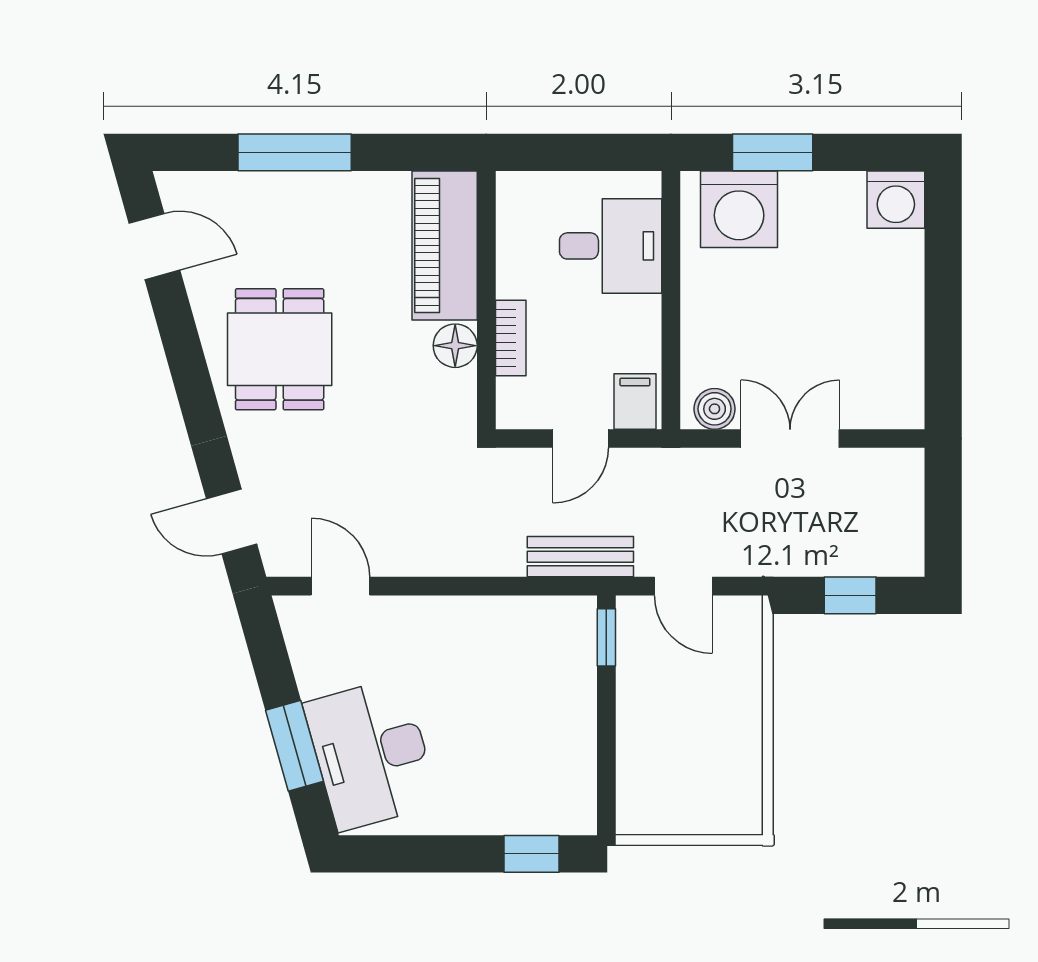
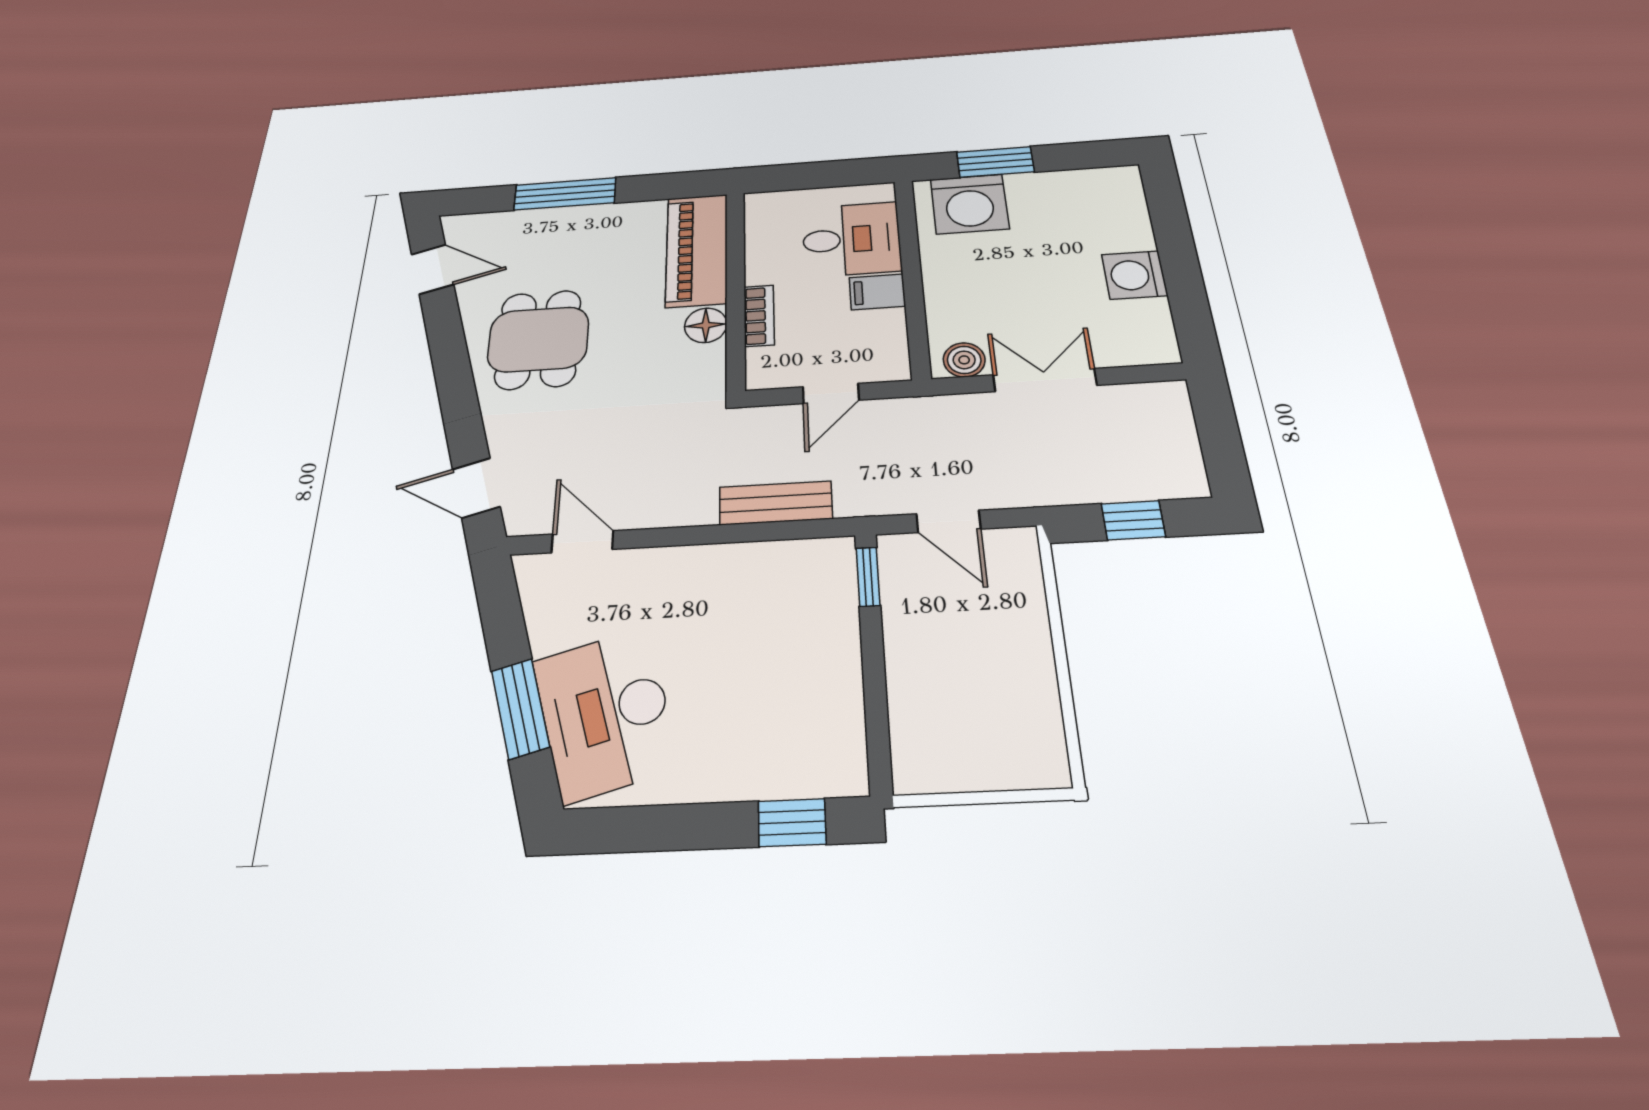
washing machine: (896, 200) -> (1134, 275), moved, turned 90
filing cabinet: (635, 401) -> (877, 292), moved, turned -90
bench: (580, 557) -> (776, 503), moved

